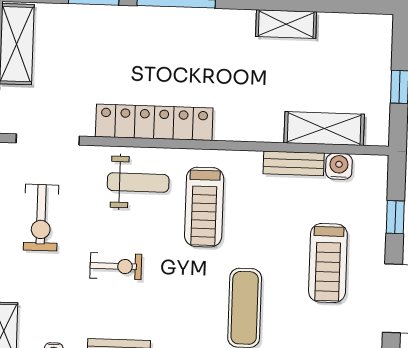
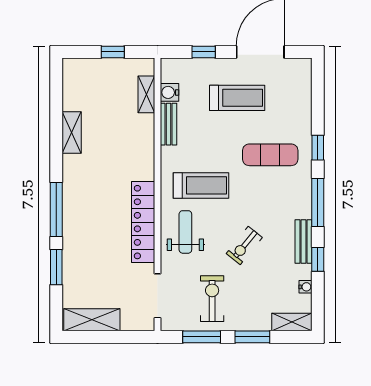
shelving: (324, 129) -> (146, 94), width x0.67, depth x0.75
exercise bike: (41, 218) -> (212, 299), turned -90
exercise bike: (116, 266) -> (244, 246), turned -141

